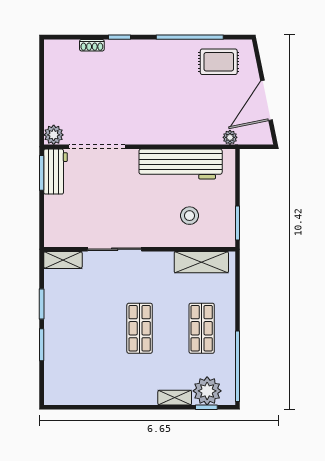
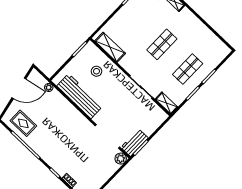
shop shelf: (202, 328) -> (188, 69), moved

